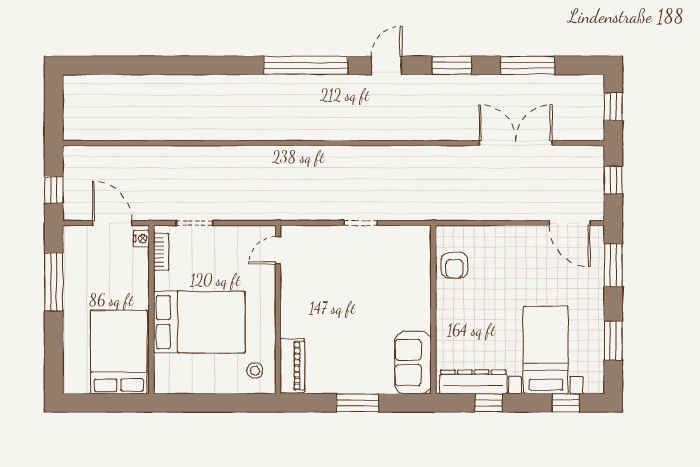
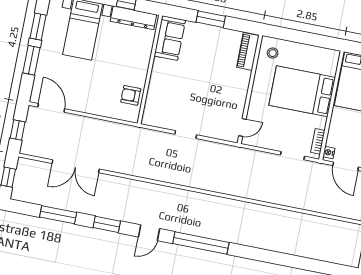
armchair: (454, 265) -> (131, 95), turned -90
window: (613, 265) -> (31, 60), moved

